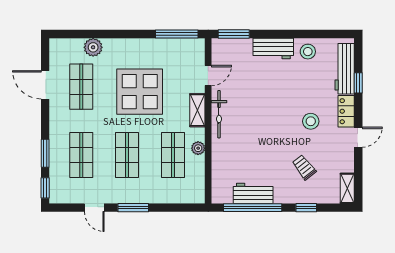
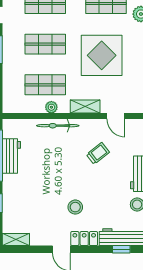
window: (358, 83) -> (121, 249), moved
bicycle: (219, 114) -> (58, 126), moved
trolley: (304, 167) -> (98, 153), moved

